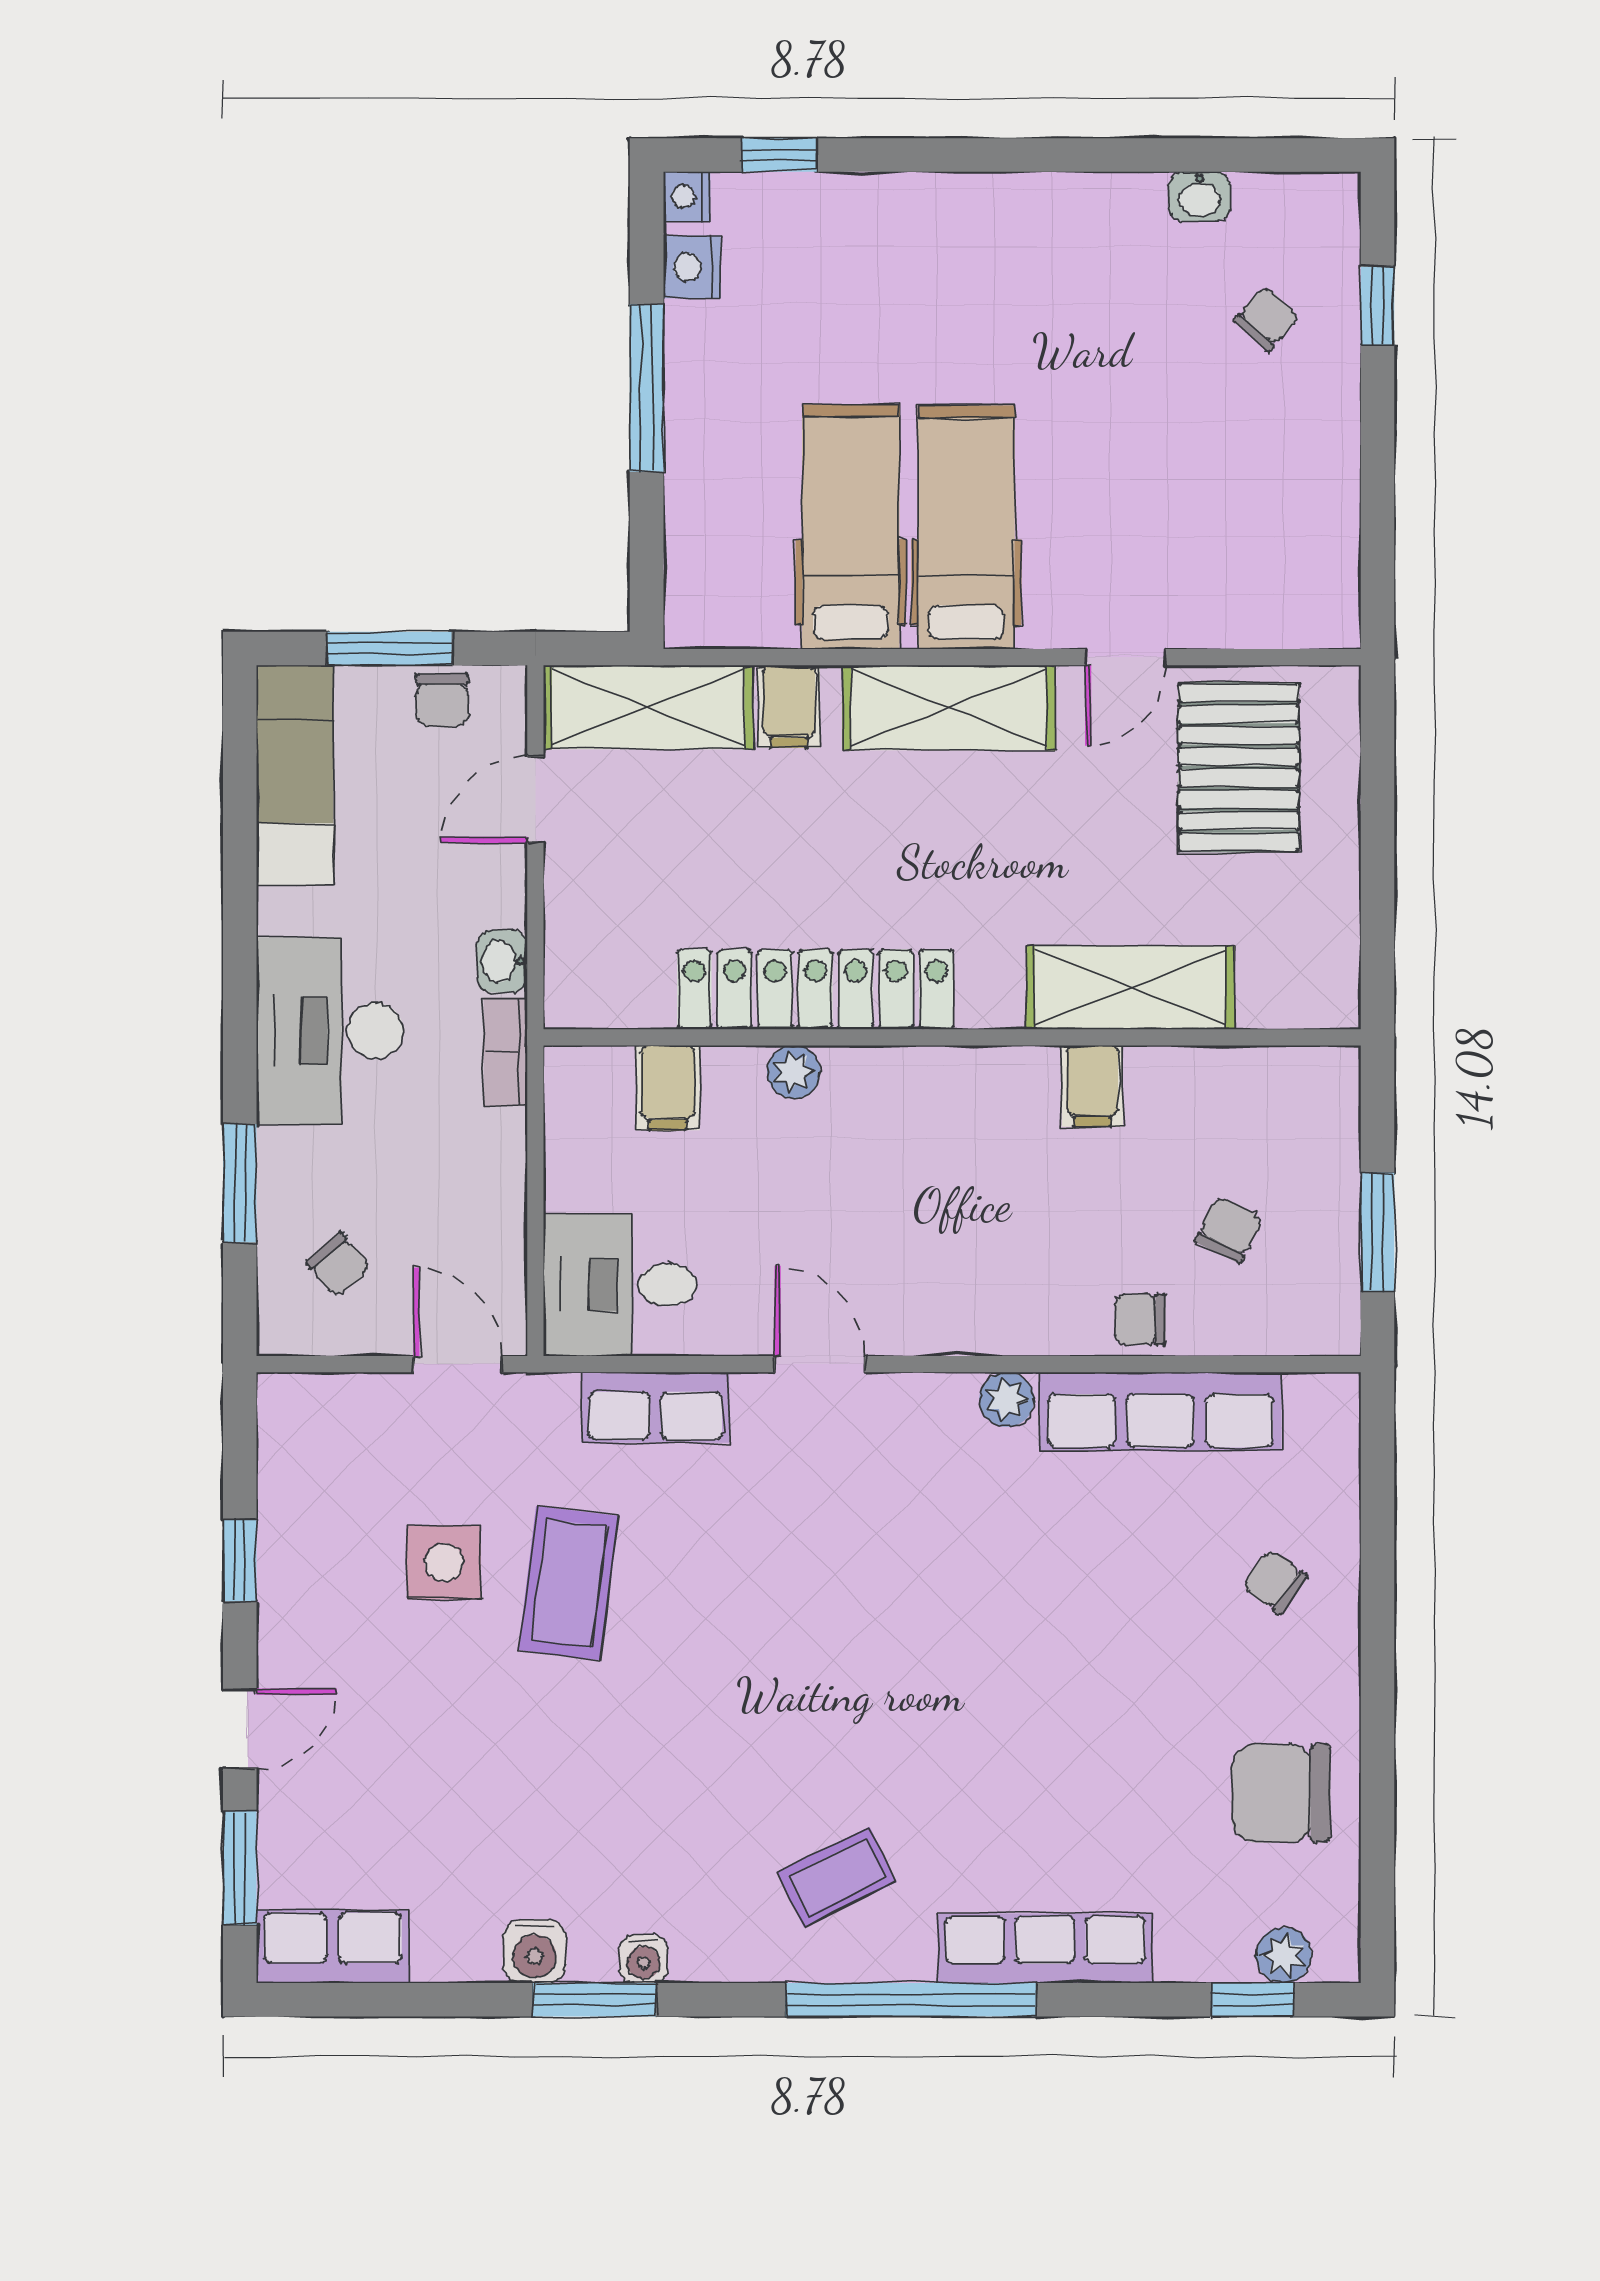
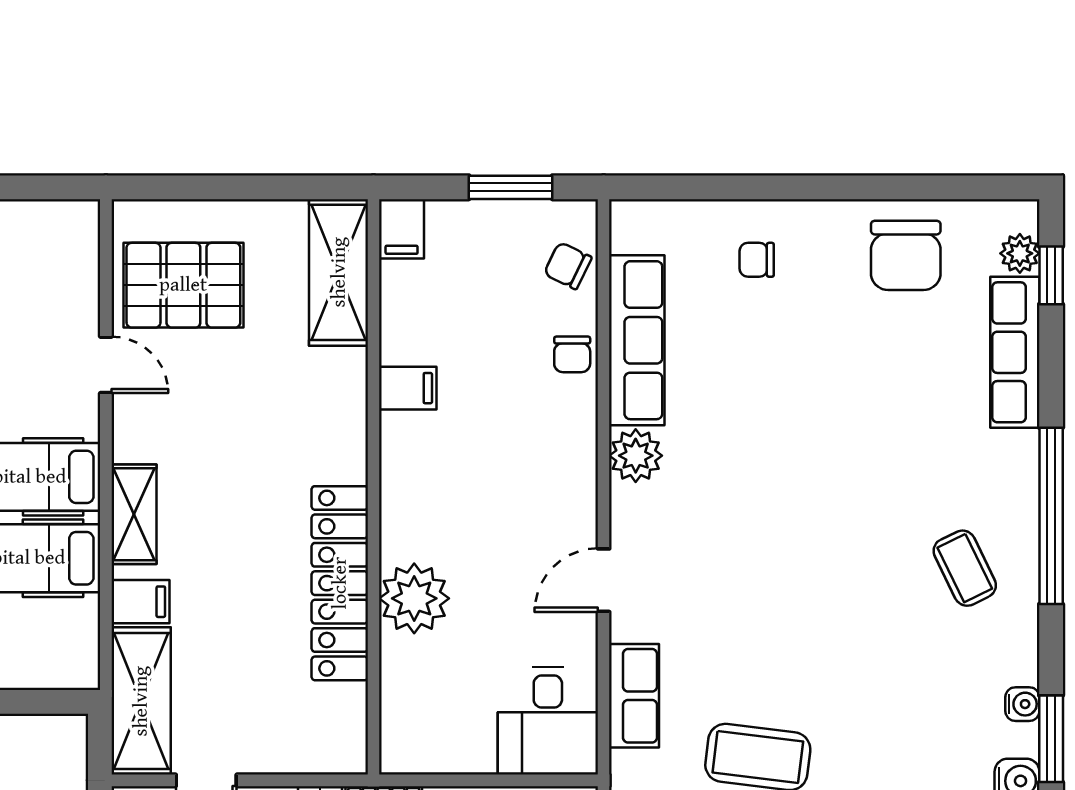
shelving: (949, 708) -> (134, 514), width x0.67, depth x0.75
shelving: (1130, 988) -> (339, 272), moved
plant: (794, 1072) -> (414, 598), width x1.87, depth x1.87
filing cabinet: (668, 1088) -> (402, 229), moved, turned 90
chair: (1229, 1230) -> (568, 266), moved
plant: (1007, 1399) -> (636, 456), width x1.38, depth x1.38
chair: (1275, 1582) -> (757, 260), turned 54
row of seats: (1045, 1948) -> (1015, 352), moved

